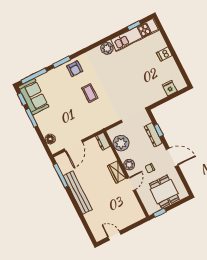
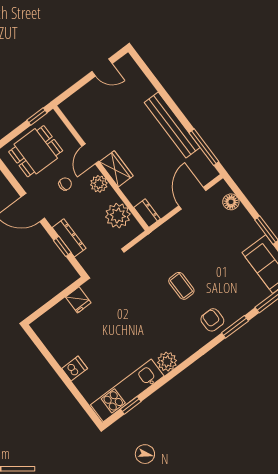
fridge: (170, 88) -> (78, 300), moved
dining table: (164, 192) -> (36, 151), turned 90

